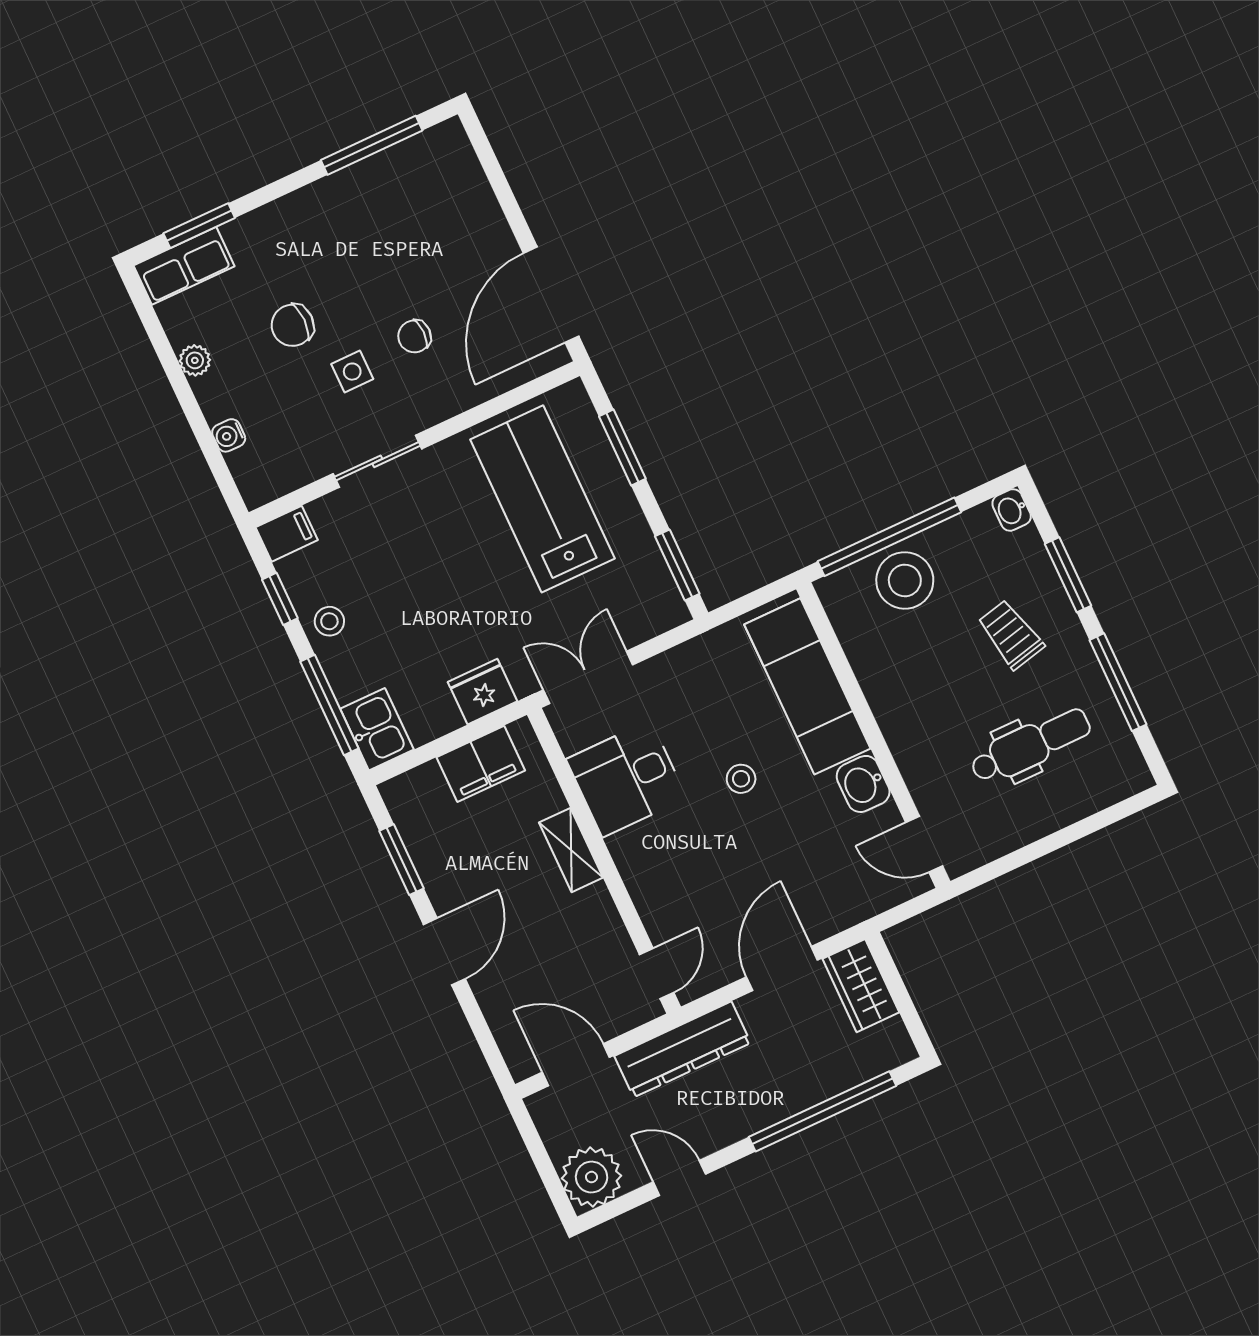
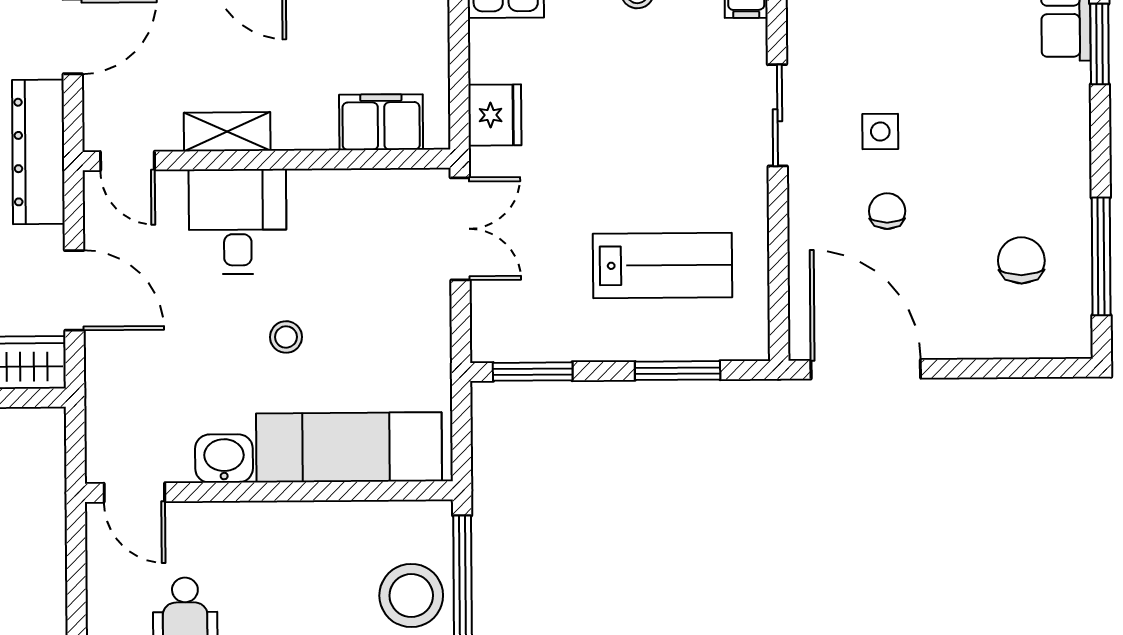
chair: (293, 325) -> (1021, 260), moved
lab bench: (542, 499) -> (662, 265), width x0.73, depth x0.72
filing cabinet: (481, 764) -> (381, 122), moved, turned 90
desk: (627, 779) -> (238, 222), moved
door: (924, 844) -> (134, 493), swing flipped
shelving: (571, 850) -> (227, 132), moved

